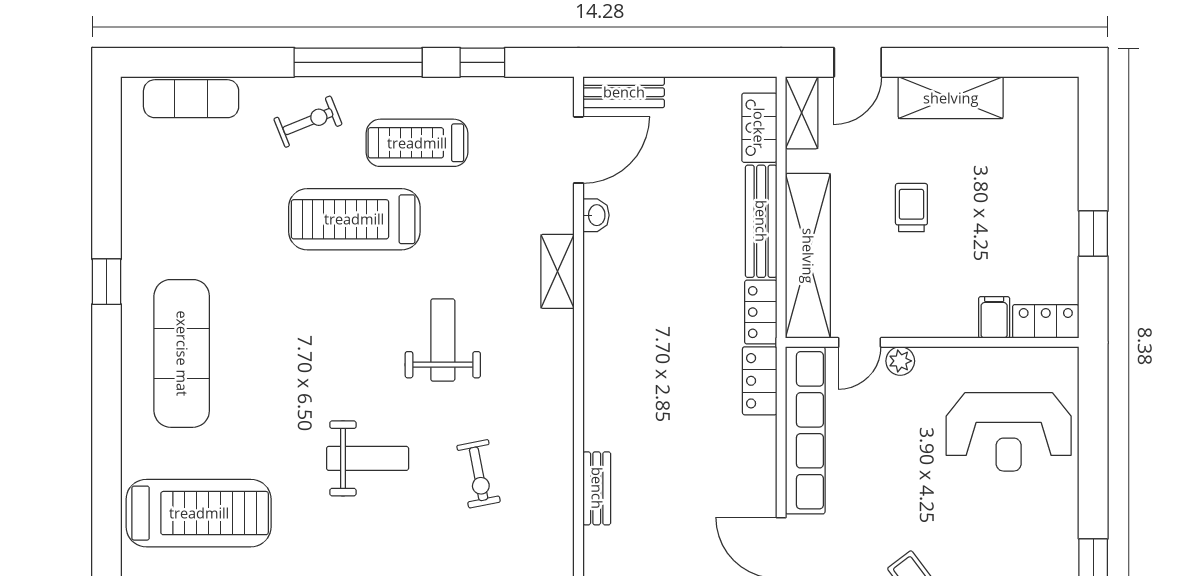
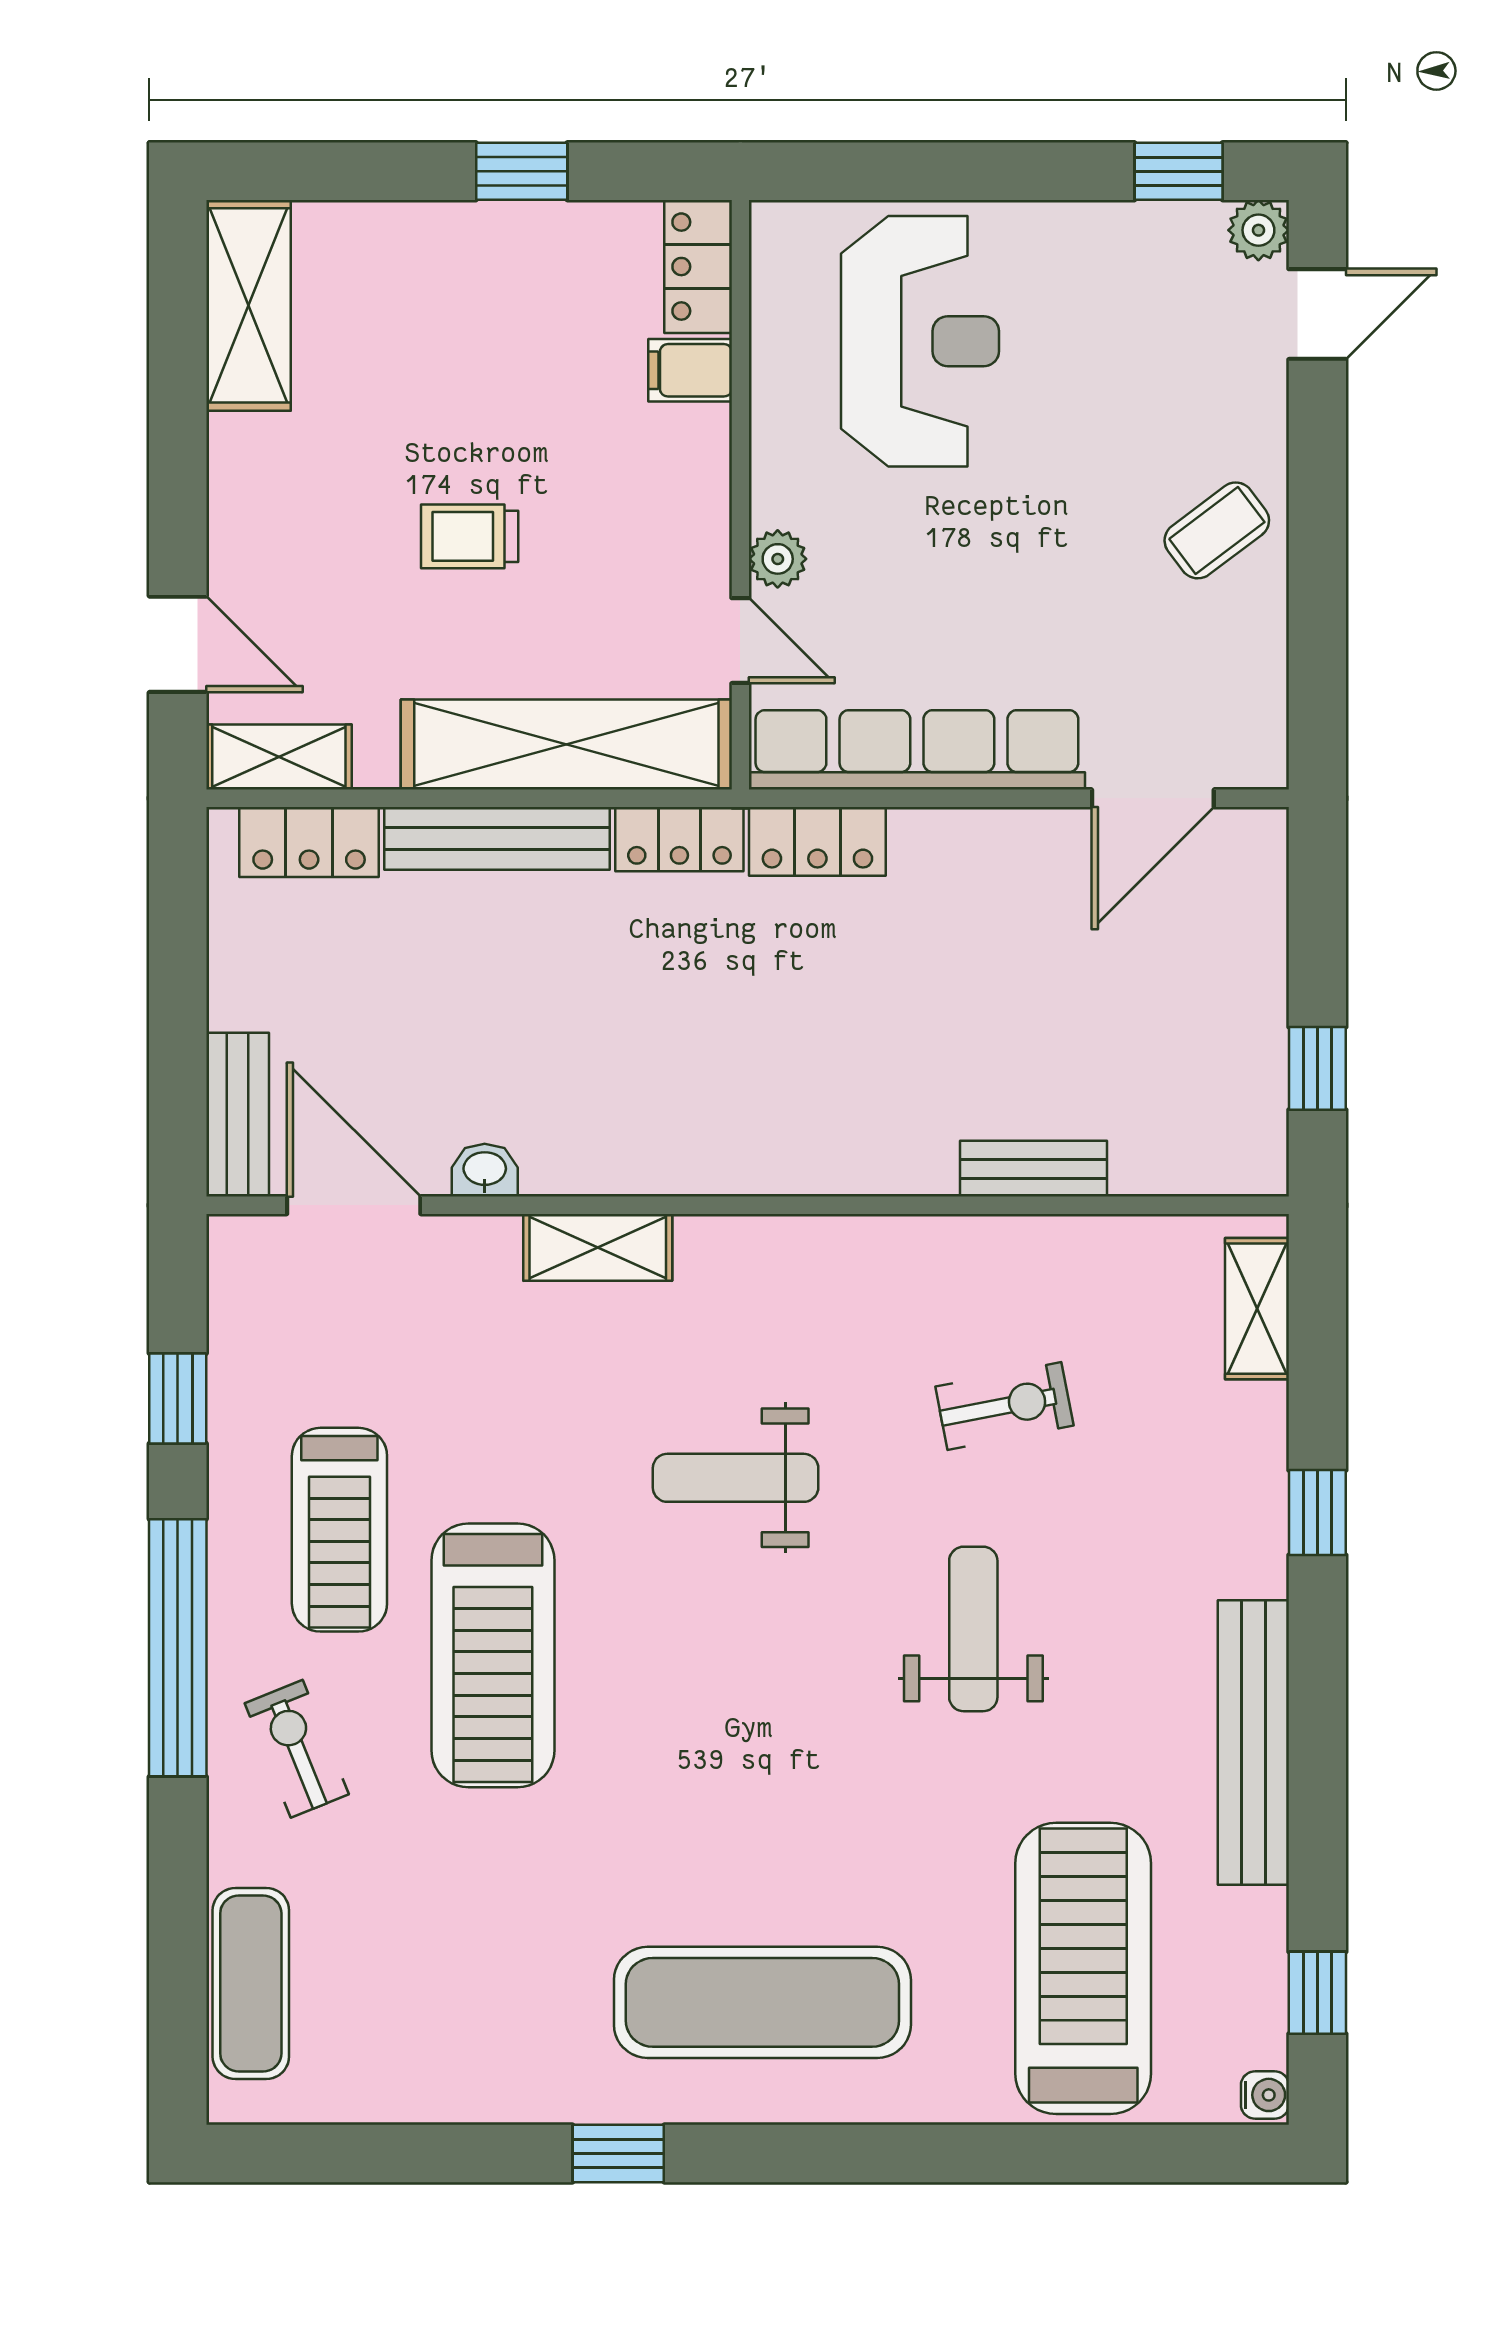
shelving: (951, 98) -> (248, 305), moved

